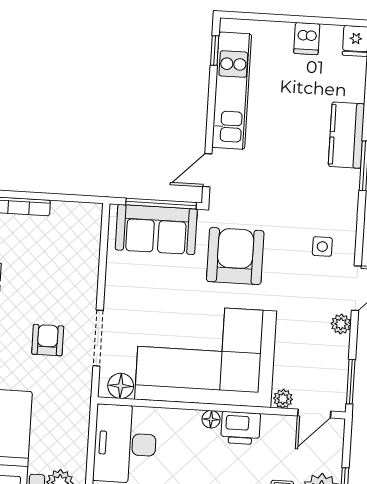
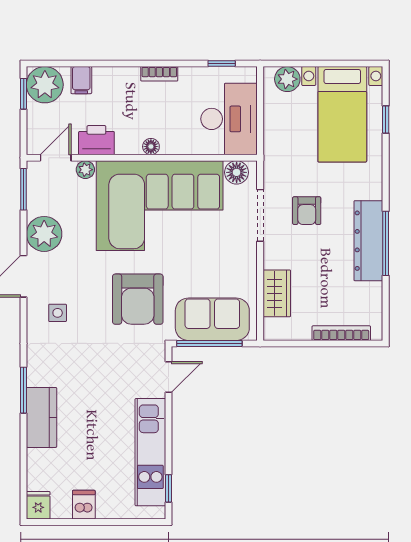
wardrobe: (85, 253) -> (277, 293), added
plant: (341, 324) -> (44, 234), width x1.88, depth x1.88
printer: (241, 428) -> (96, 140), moved

